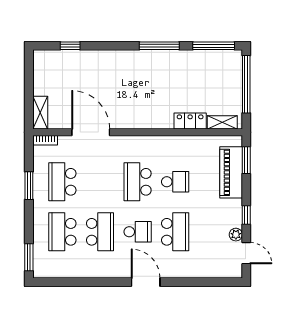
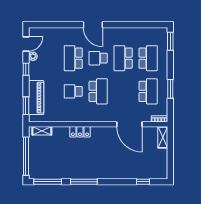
locker: (190, 121) -> (80, 132), moved
door: (246, 253) -> (26, 44), swing flipped

